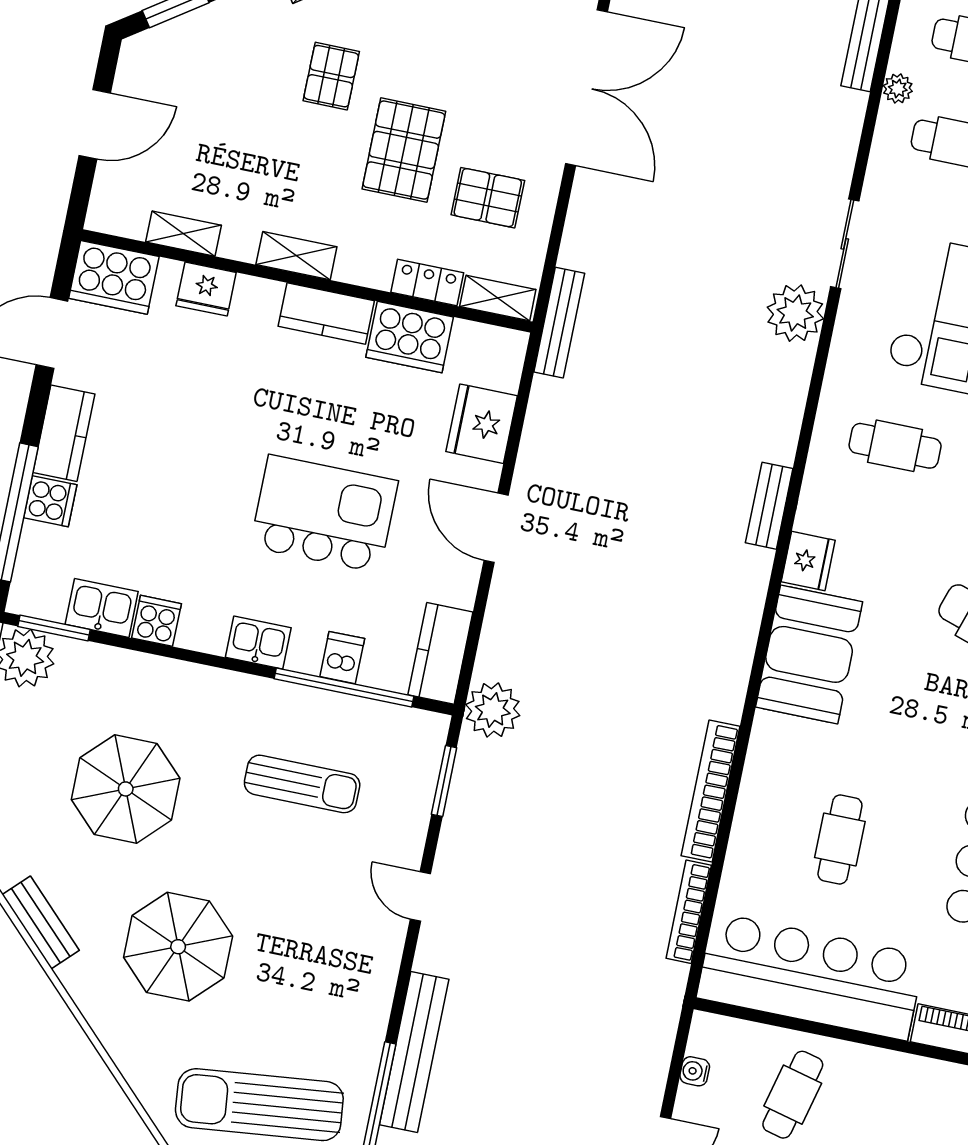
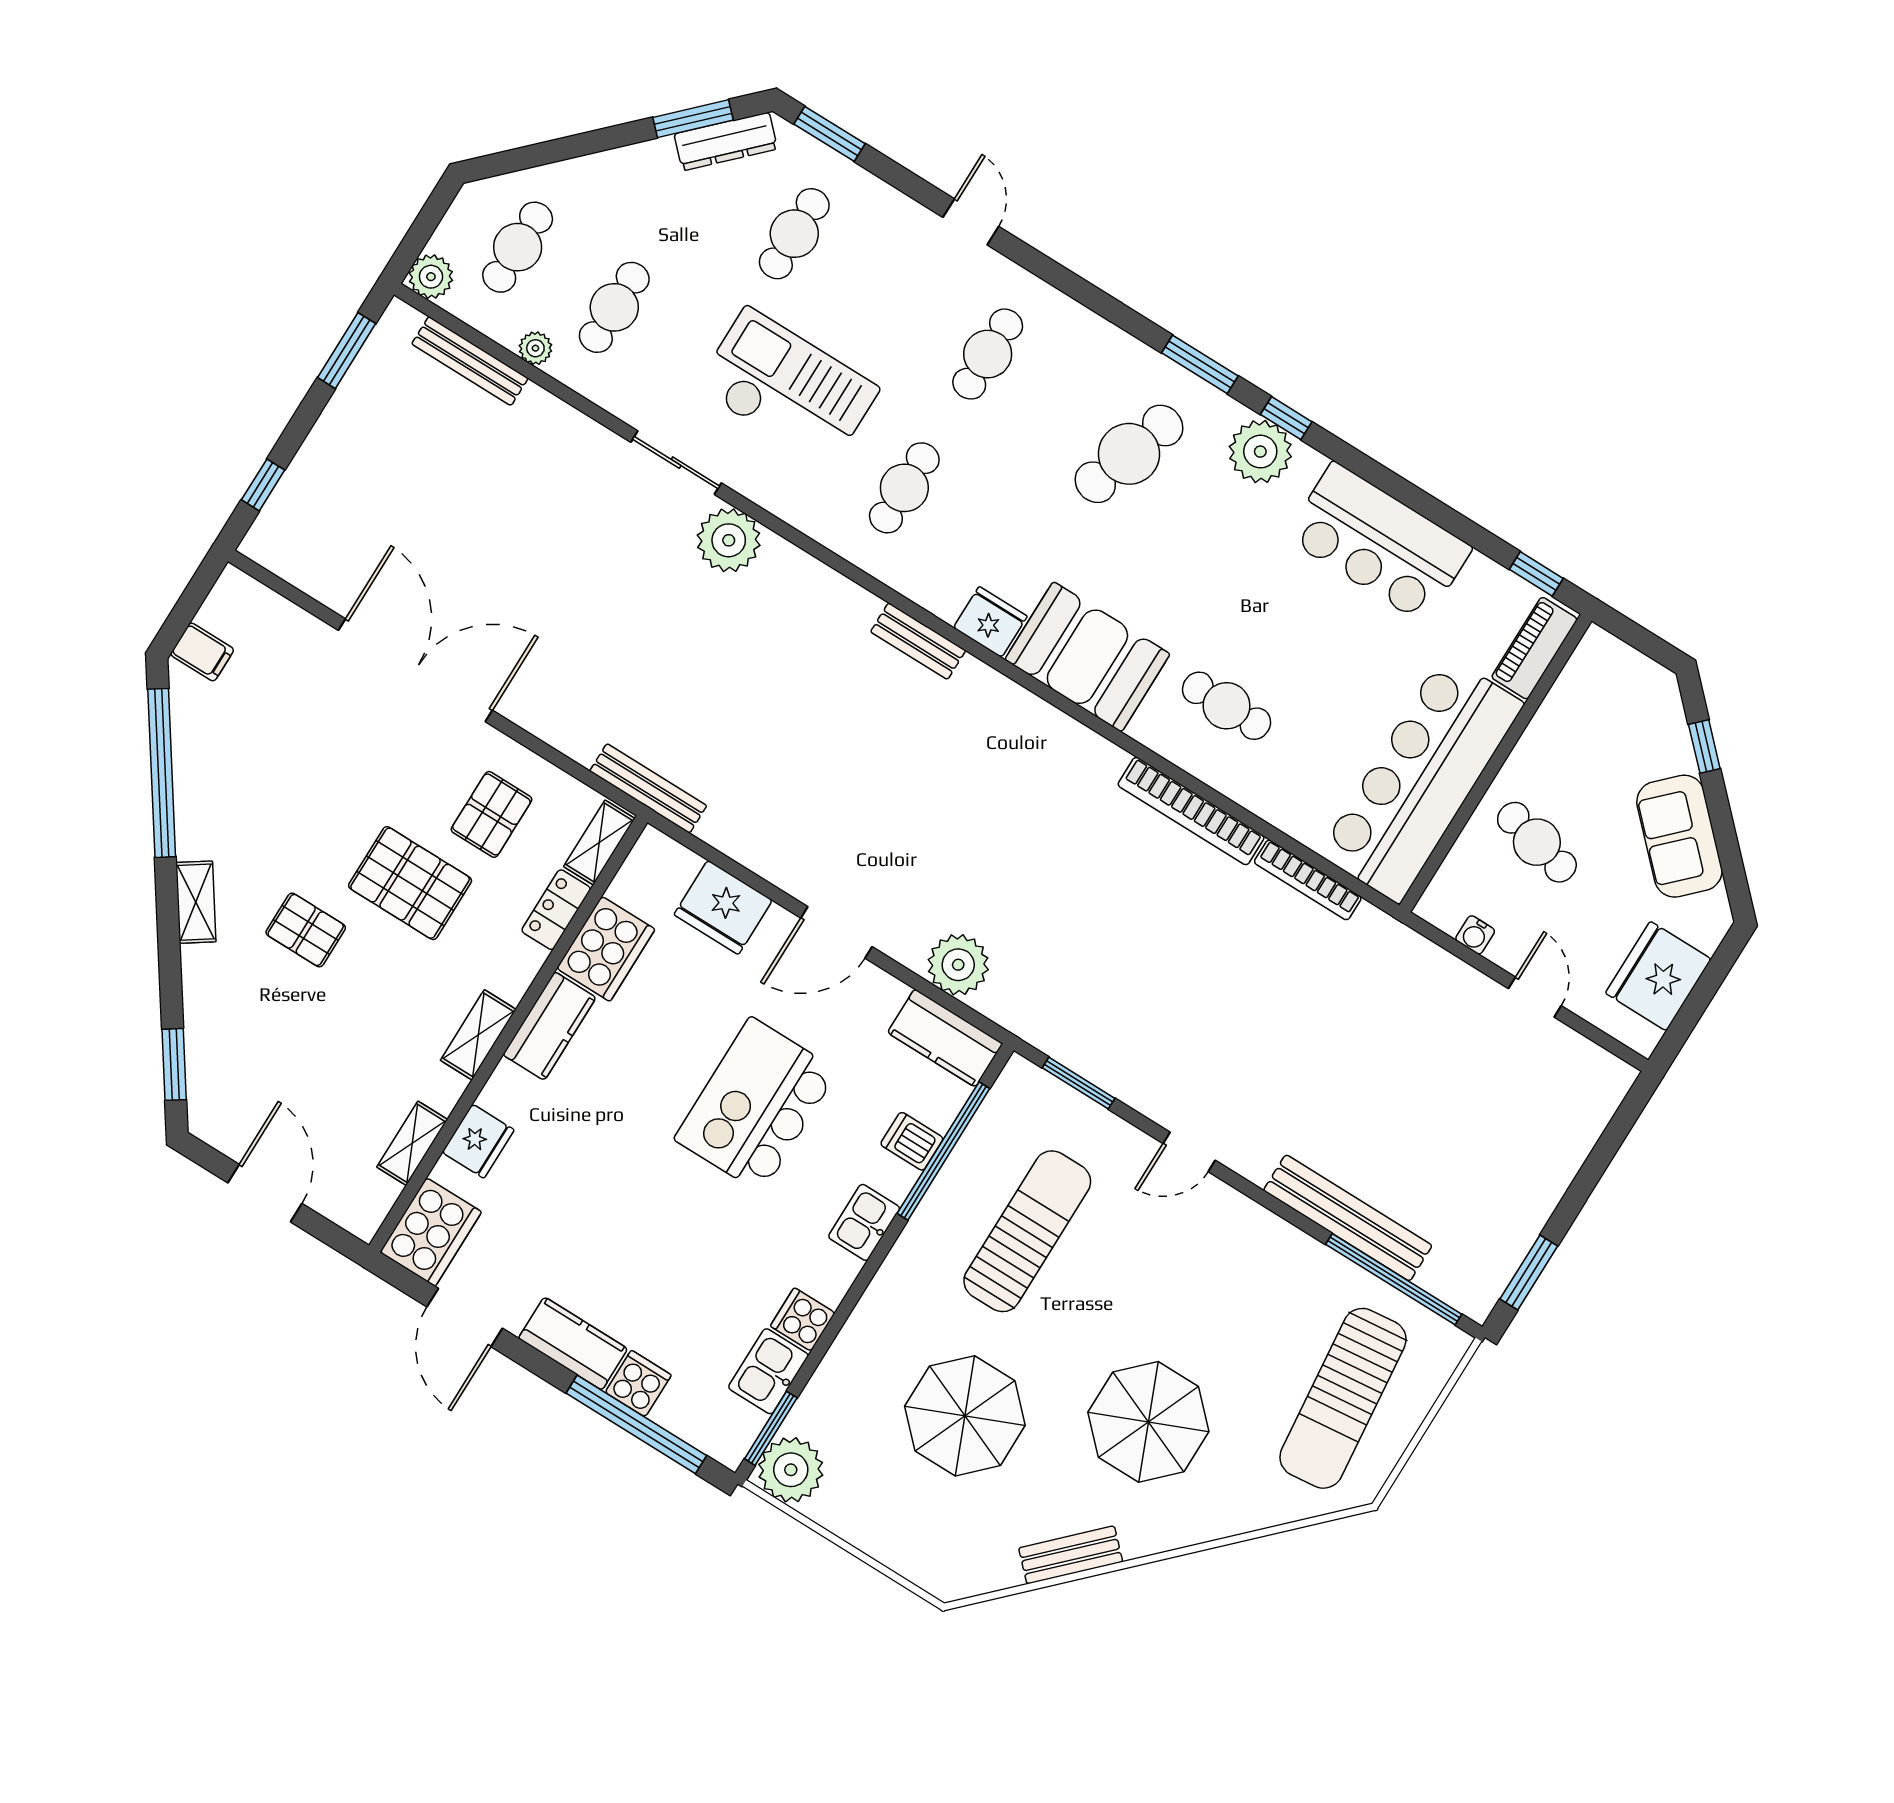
plant: (493, 710) -> (958, 965), moved
sun lounger: (302, 784) -> (1027, 1231), width x1.36, depth x1.34
cafe table: (840, 840) -> (1227, 706), moved

